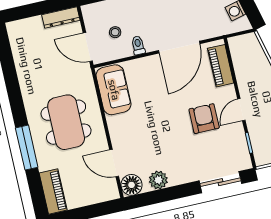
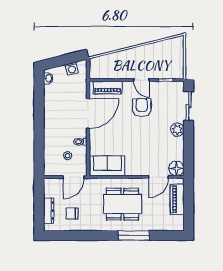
dresser: (61, 17) -> (49, 211), moved
door: (179, 47) -> (88, 113), hinge flipped
chair: (37, 56) -> (72, 214), added
armchair: (204, 119) -> (142, 107), turned 90
plant: (158, 180) -> (177, 130), moved
piano: (53, 192) -> (177, 199), moved, turned -90

